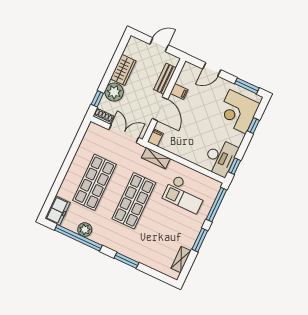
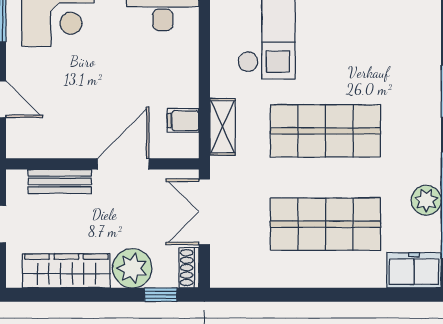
wardrobe: (123, 70) -> (66, 271), width x1.50
filing cabinet: (179, 92) -> (72, 143), removed
filing cabinet: (155, 138) -> (183, 121), moved

